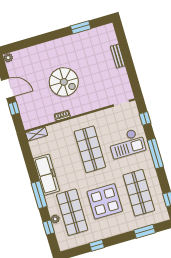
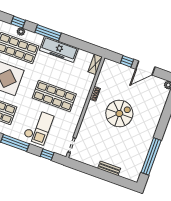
window: (81, 27) -> (151, 156), width x2.11
spiral stairs: (64, 82) -> (119, 113), turned 180
checkout: (127, 143) -> (38, 127), turned 180

